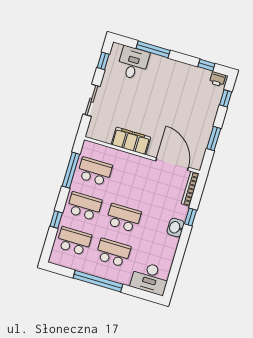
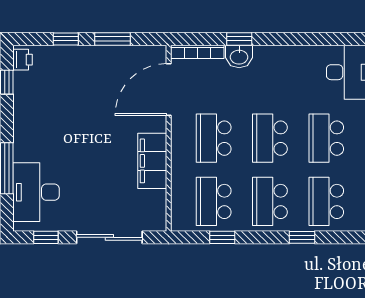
desk: (133, 63) -> (36, 192), width x1.37
window: (226, 98) -> (66, 39), moved
sliding door: (92, 100) -> (109, 237), width x1.37
window: (71, 170) -> (222, 237), width x0.46
school desk: (134, 183) -> (214, 138), added
washbasin: (176, 228) -> (239, 56), moved

